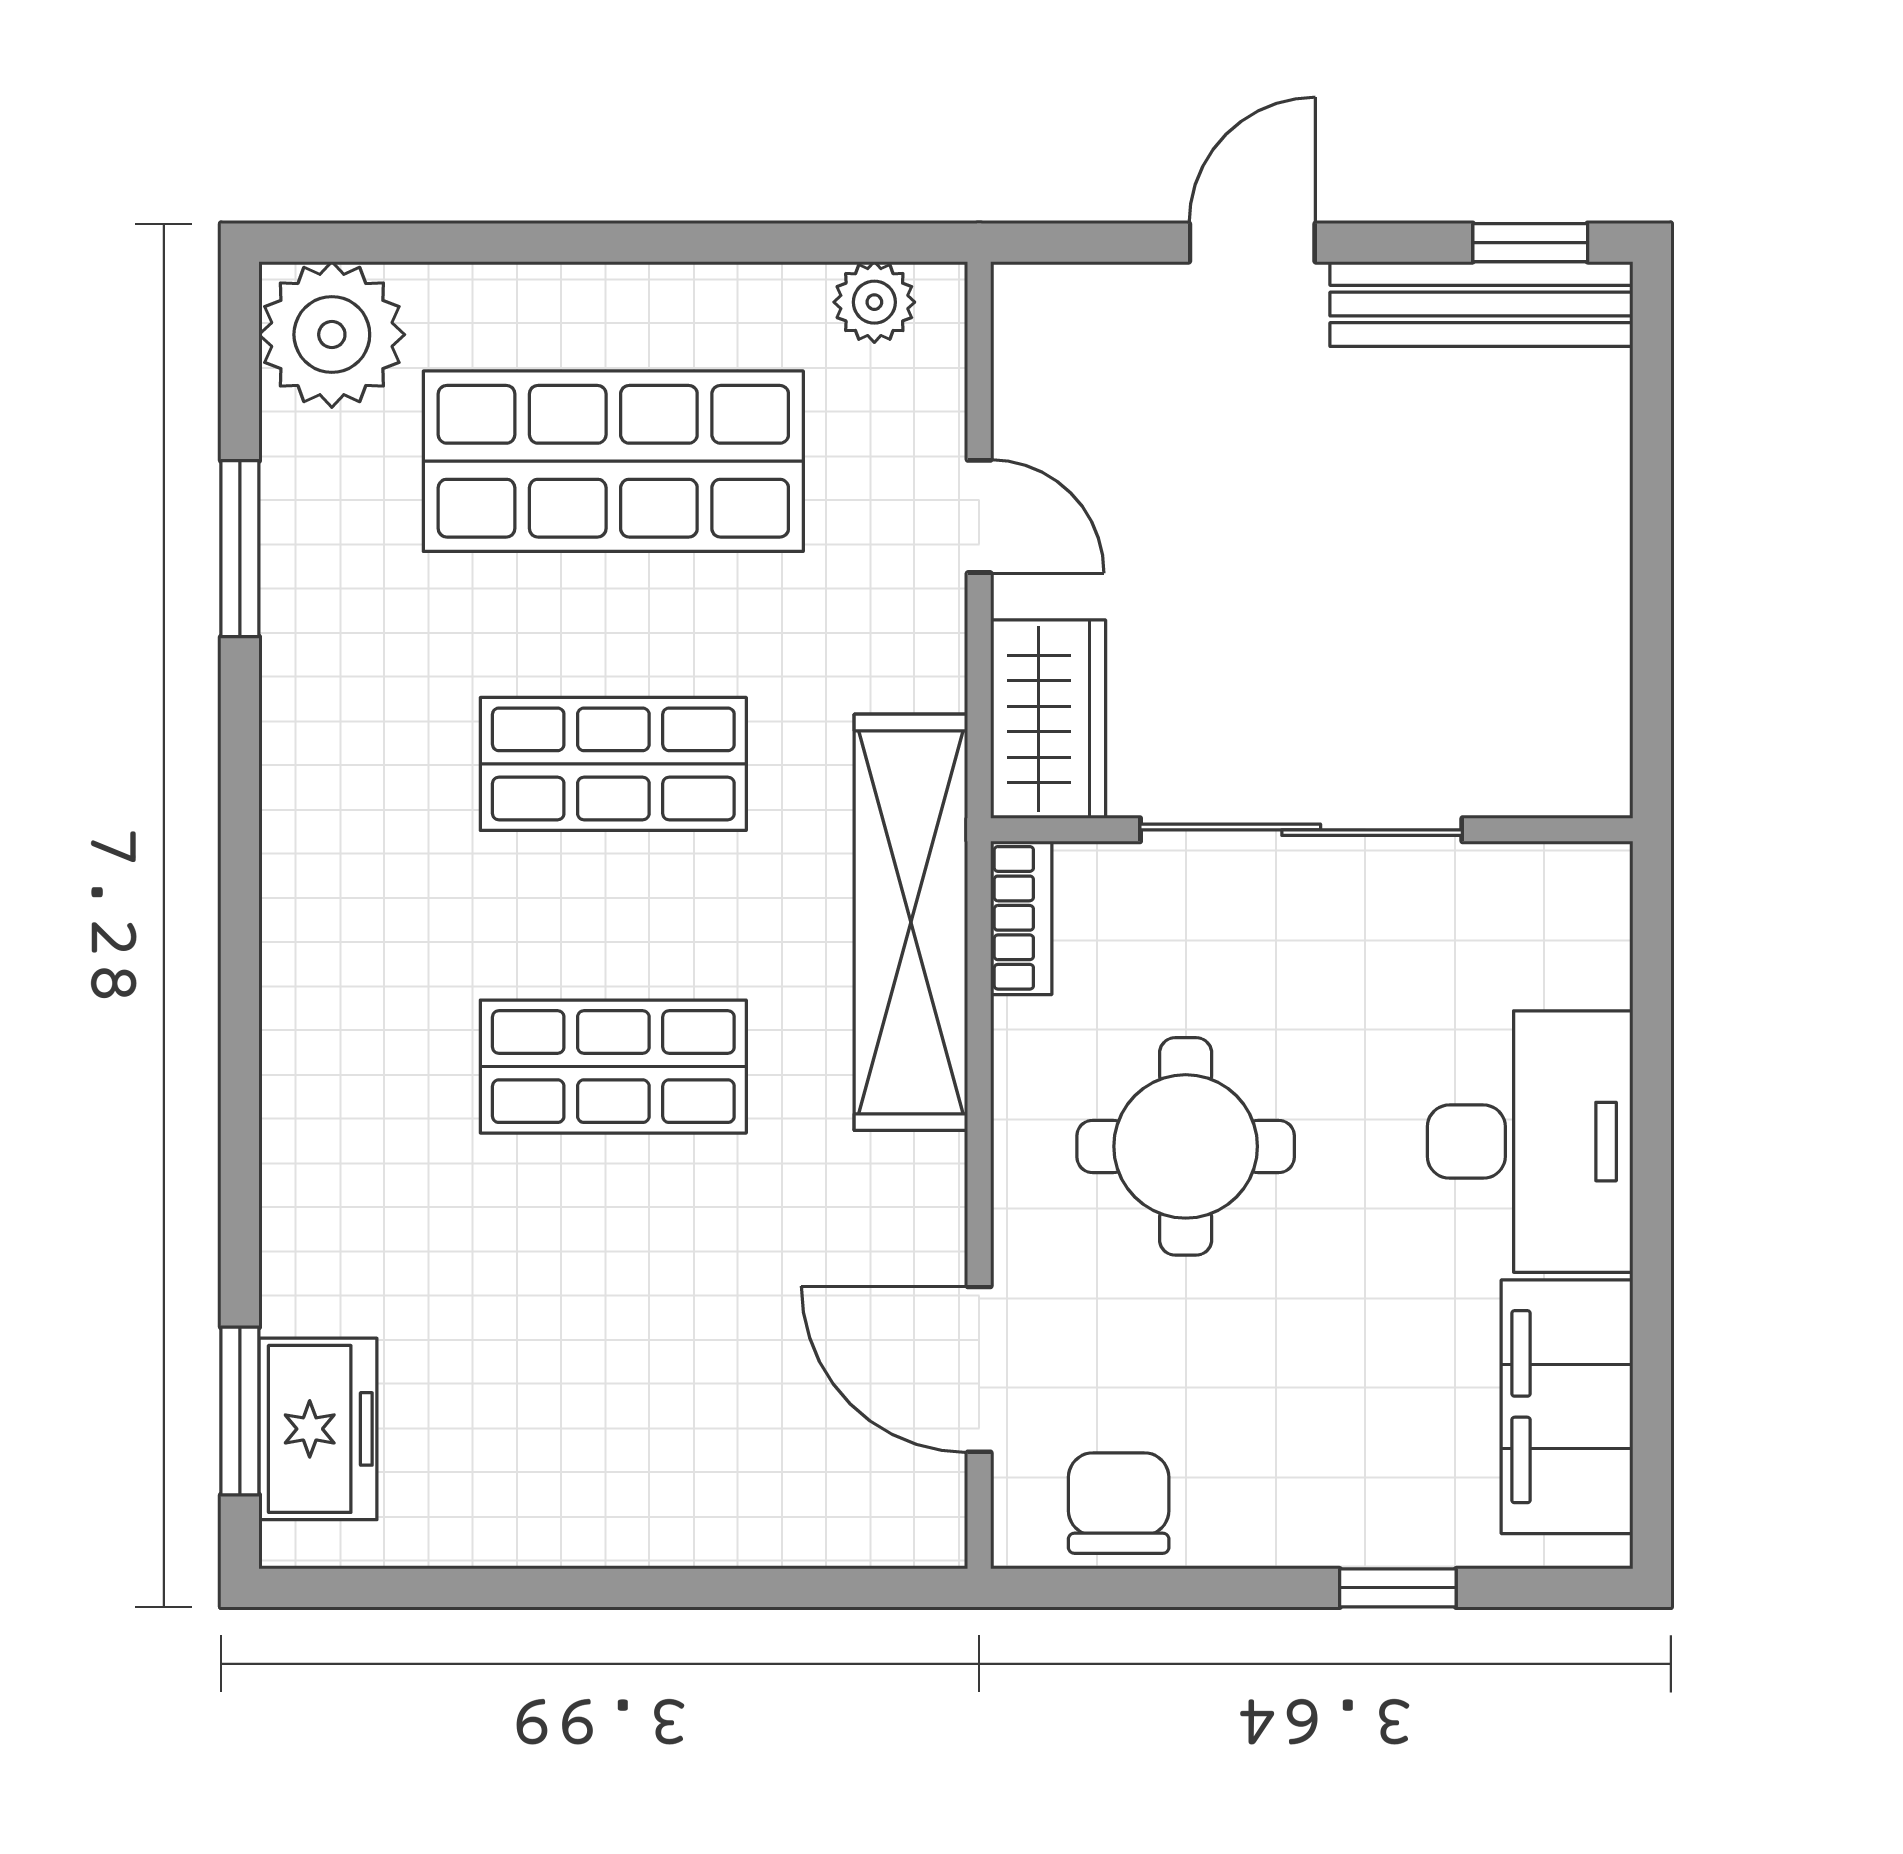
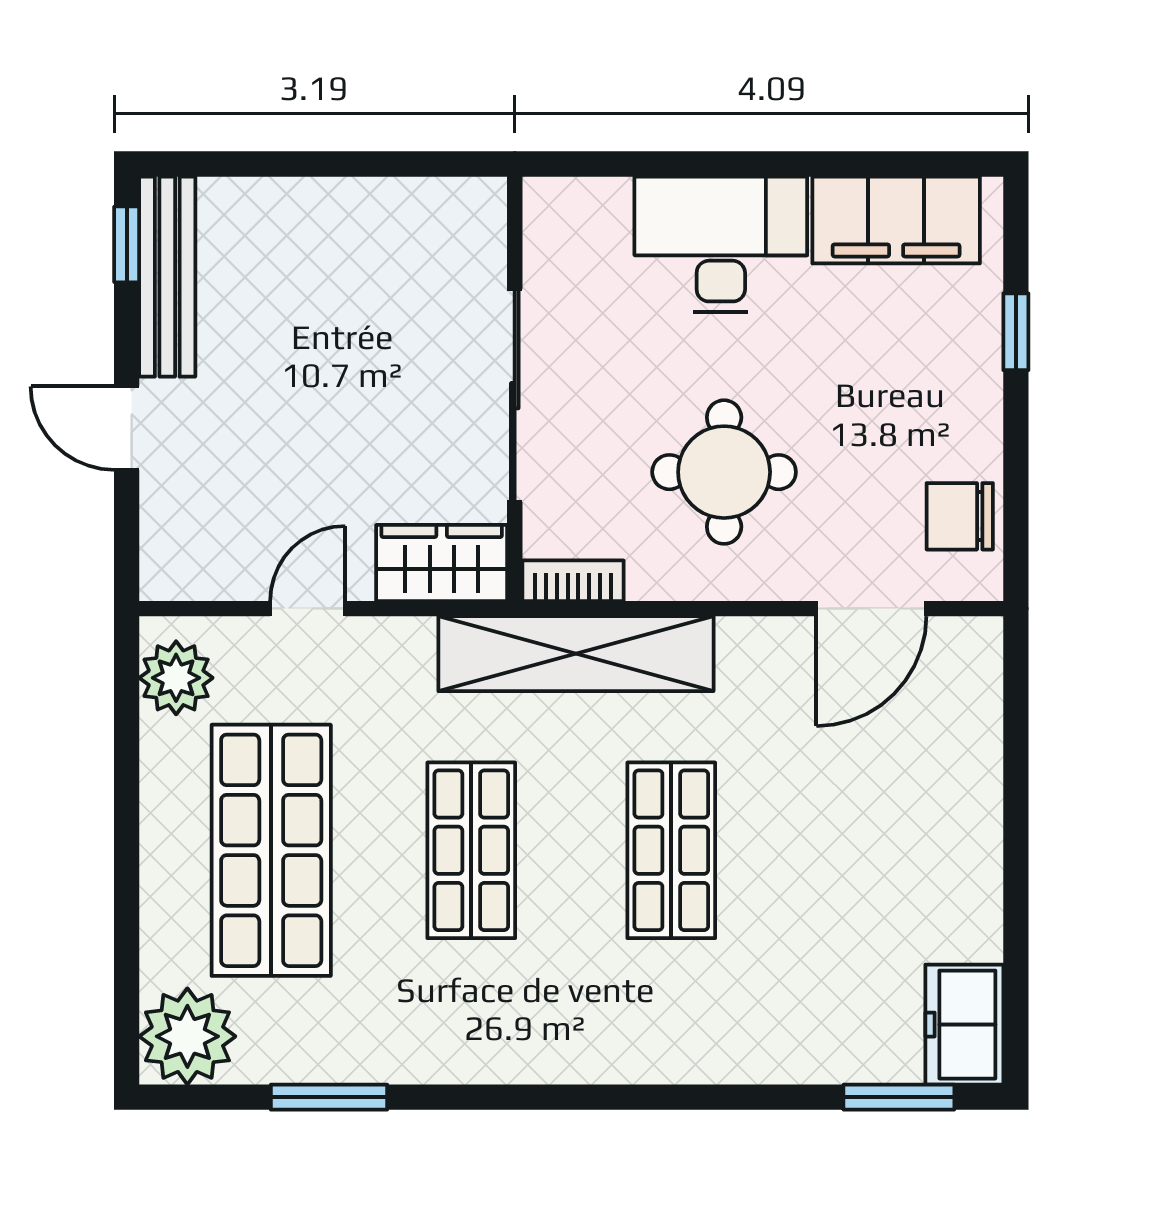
plant: (874, 302) -> (176, 678), width x1.38, depth x1.38
freezer: (318, 1429) -> (964, 1025), moved, turned -90

